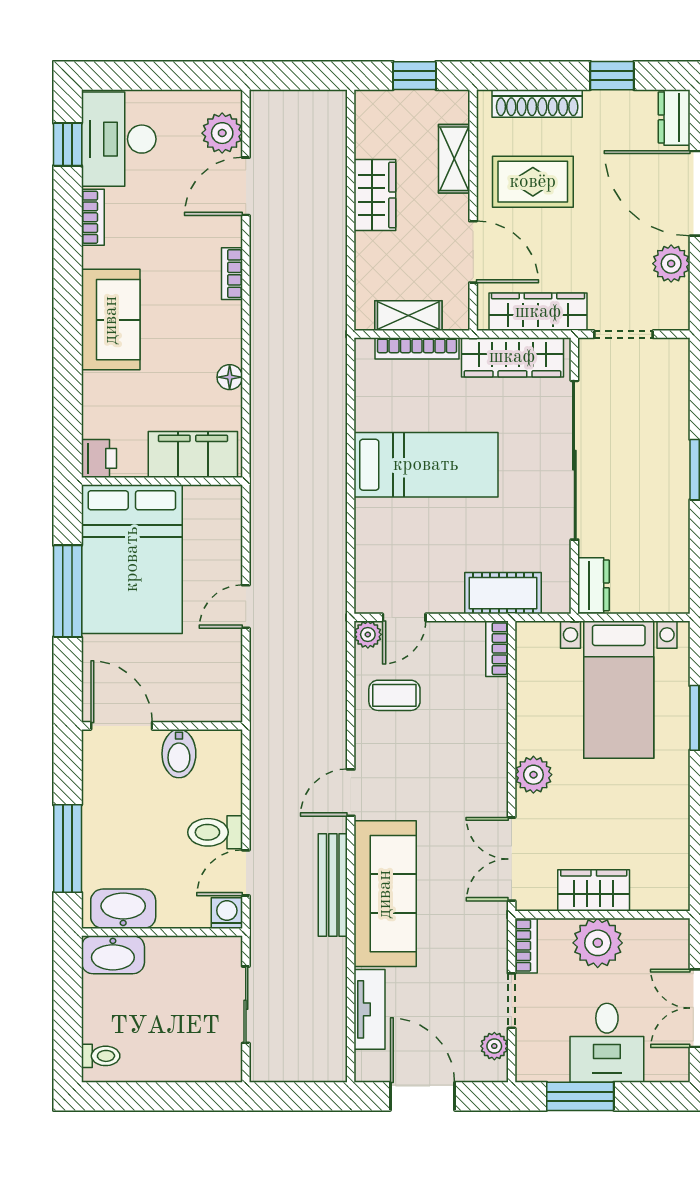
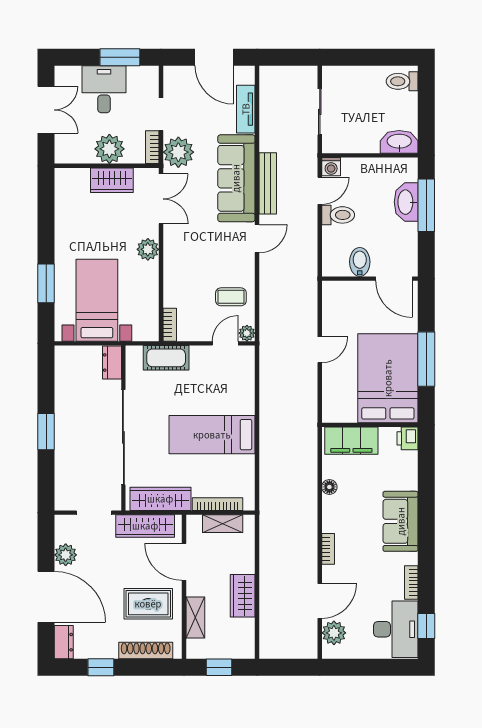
washbasin: (123, 909) -> (406, 202), moved, turned 90
plant: (494, 1046) -> (178, 152), moved, width x1.88, depth x1.88
toilet: (101, 1056) -> (402, 81), width x1.37, depth x1.39

